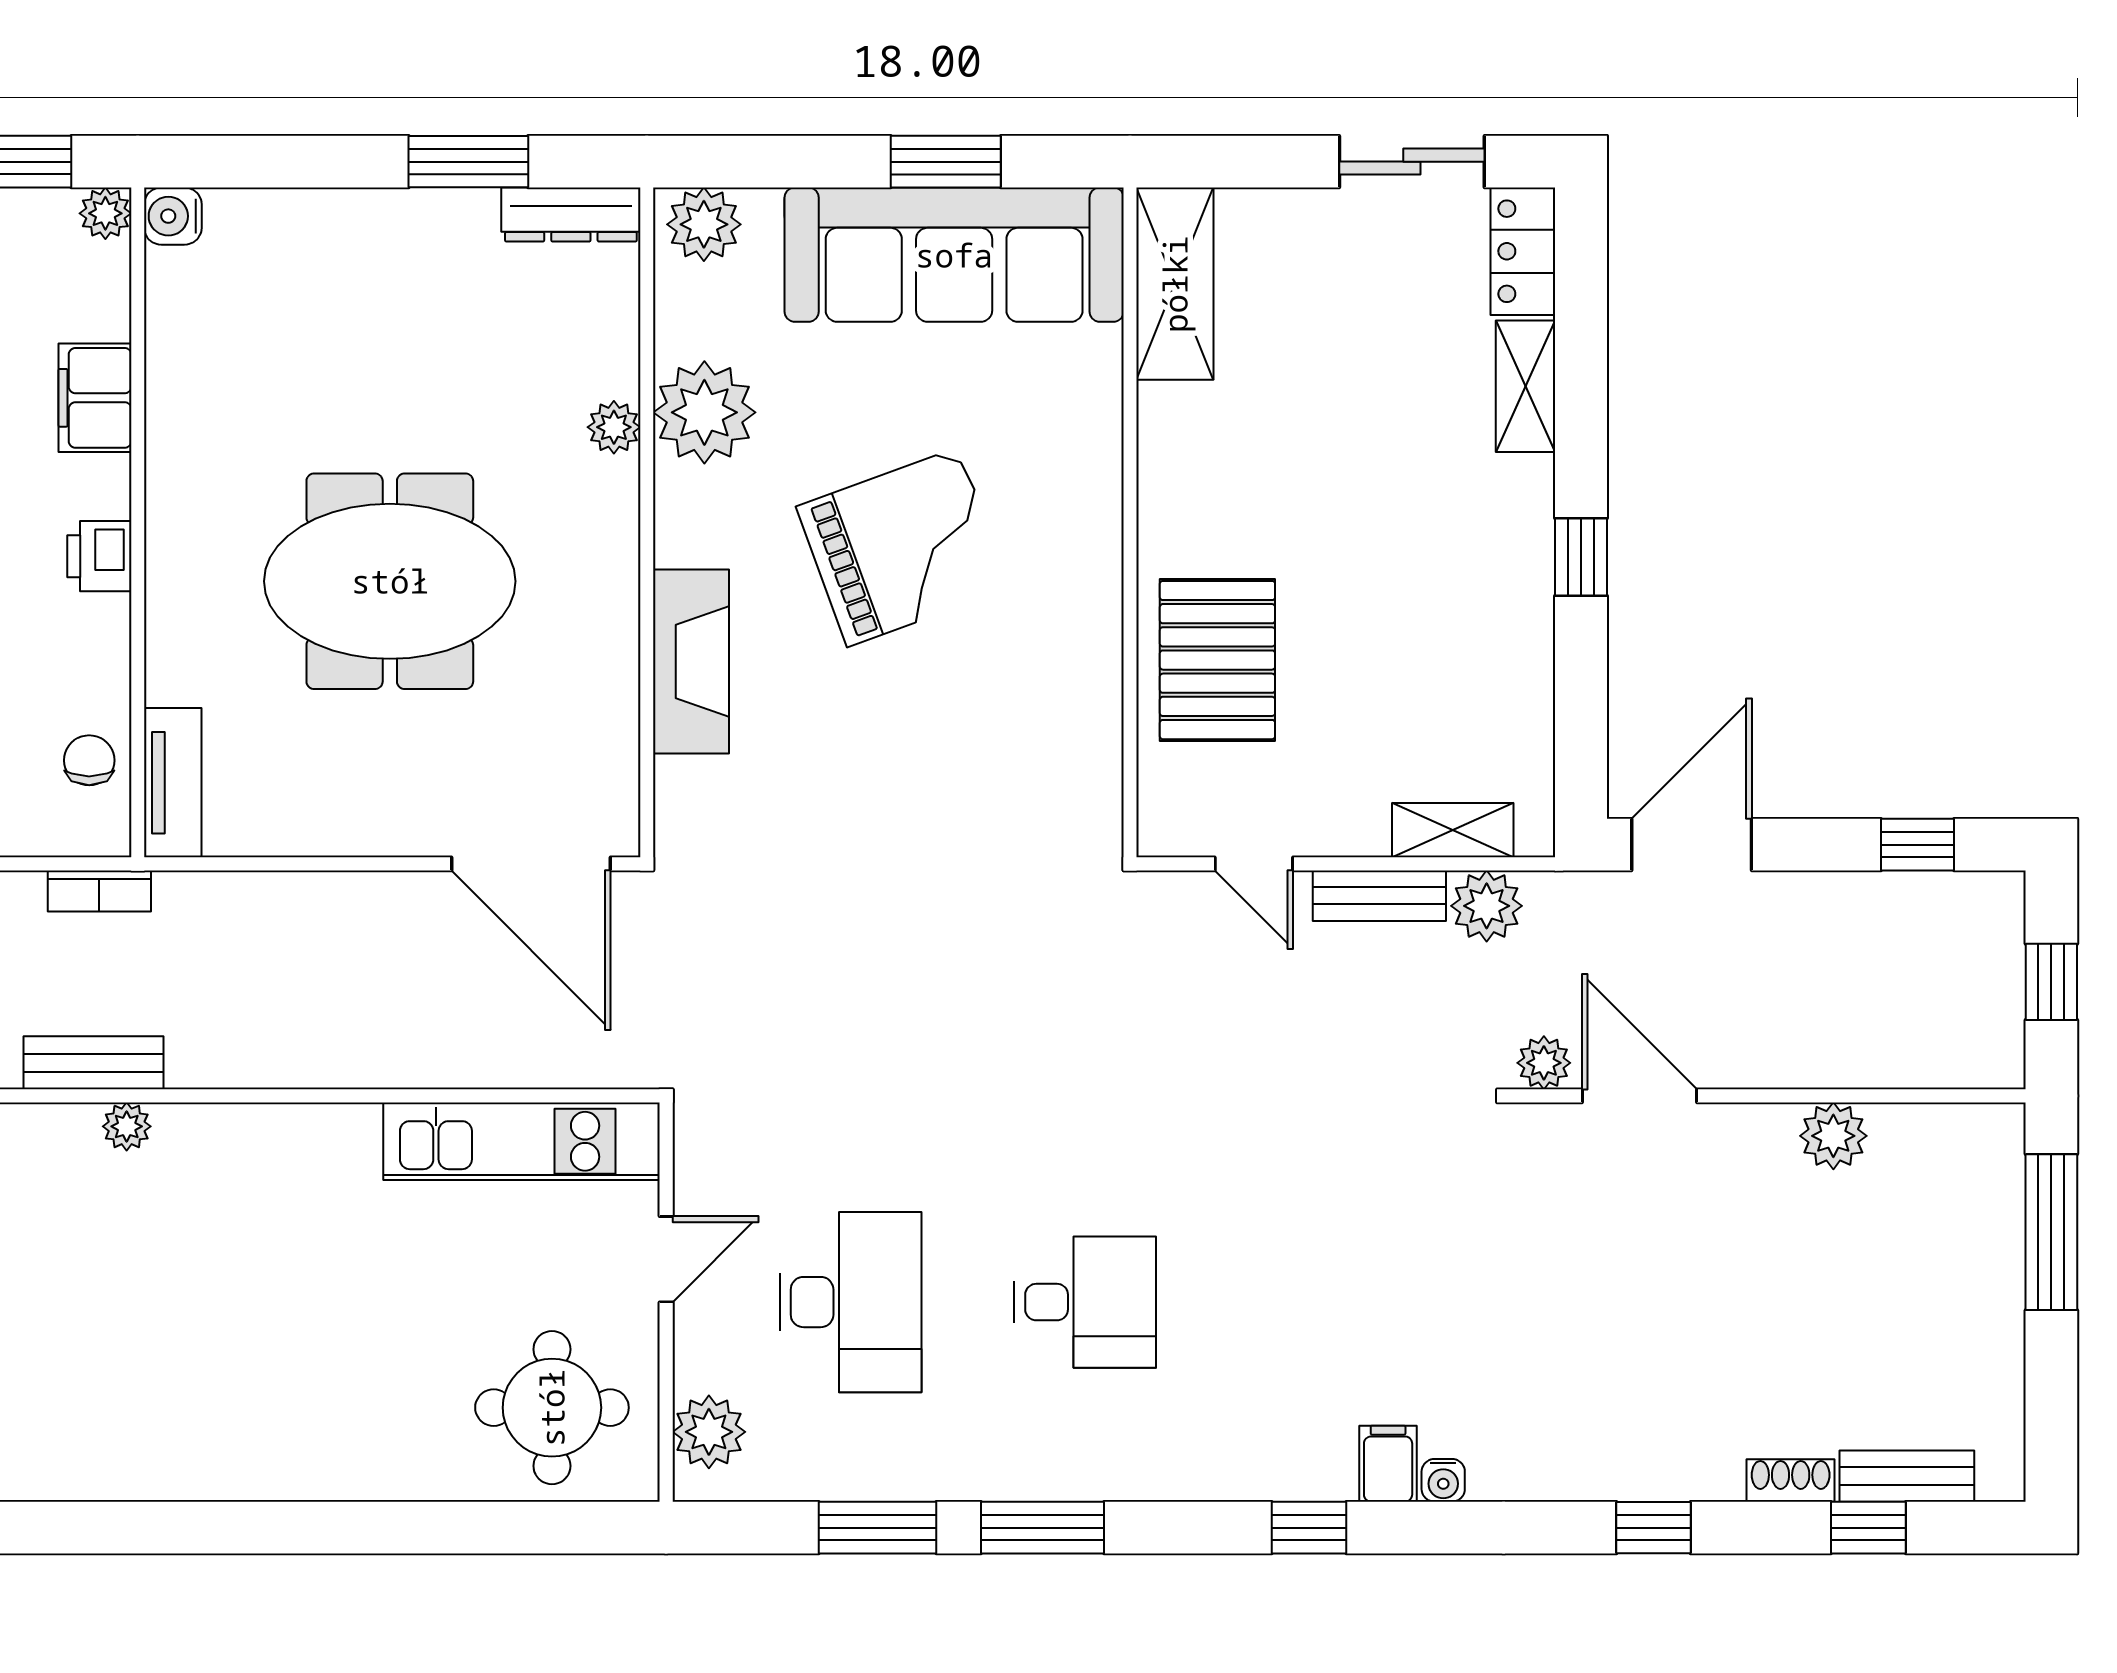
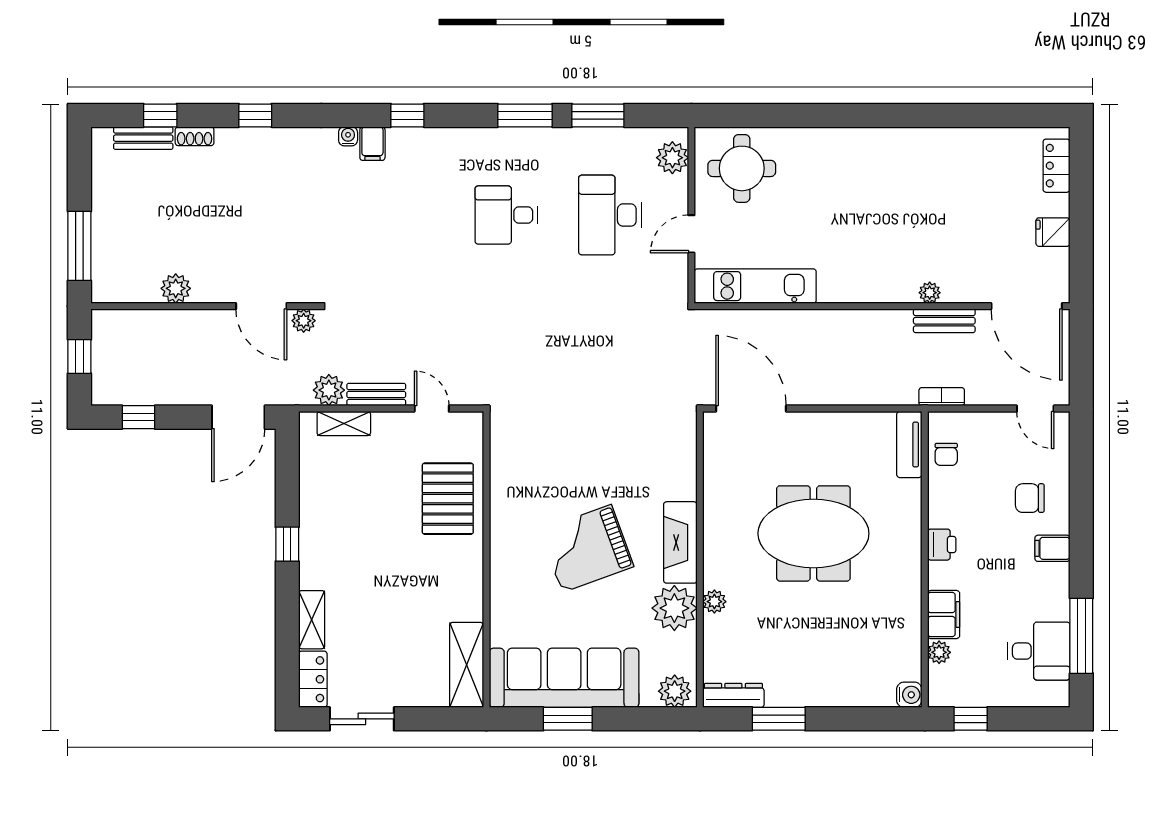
plant: (105, 213) -> (939, 652), moved
fireplace: (691, 661) -> (680, 542), moved

